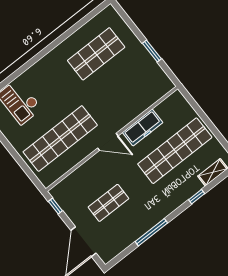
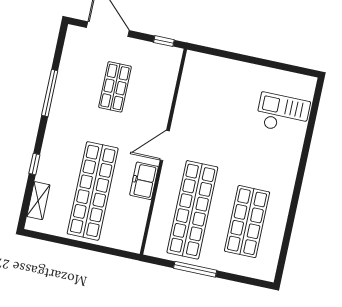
window: (152, 51) -> (195, 269), width x1.44
freezer: (143, 128) -> (144, 181), width x0.71
shop shelf: (60, 138) -> (192, 210), moved

